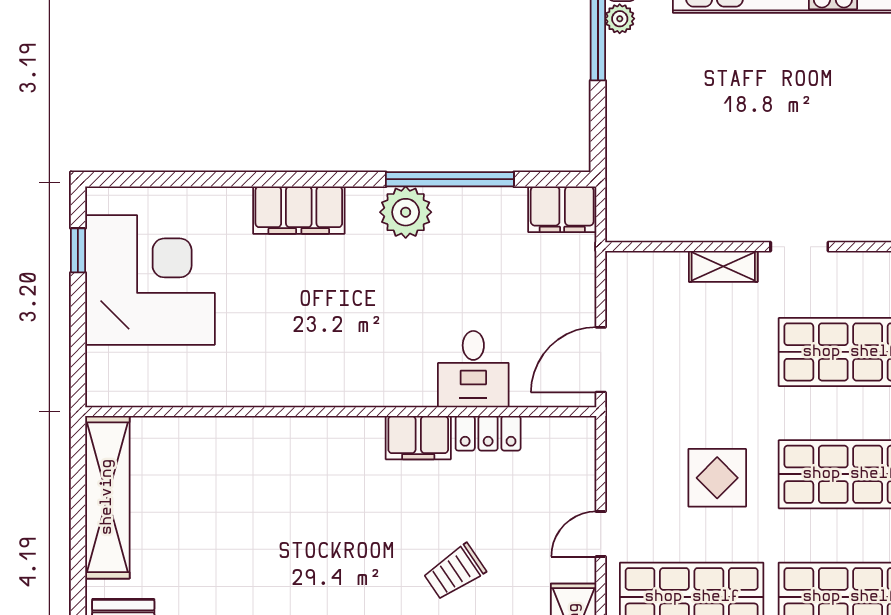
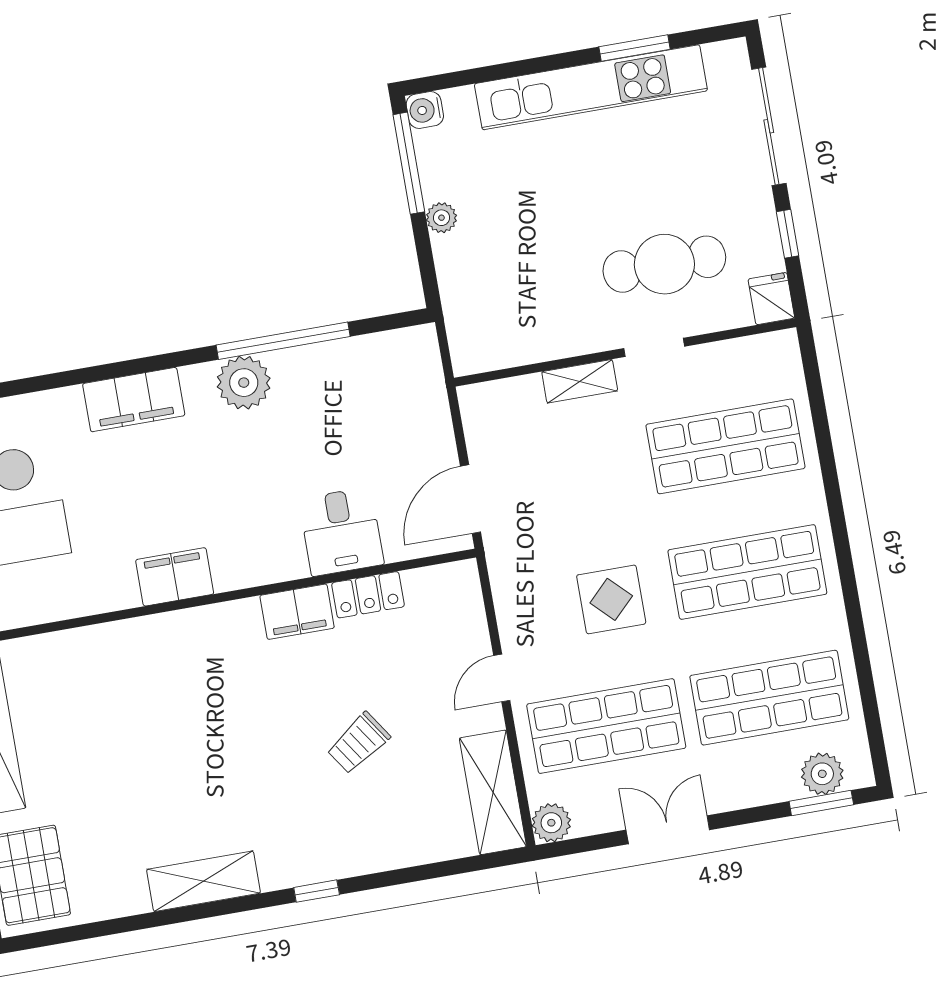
plant: (620, 19) -> (441, 218), moved
cafe table: (823, 170) -> (664, 264), added
filing cabinet: (562, 209) -> (175, 577), moved, turned 180

